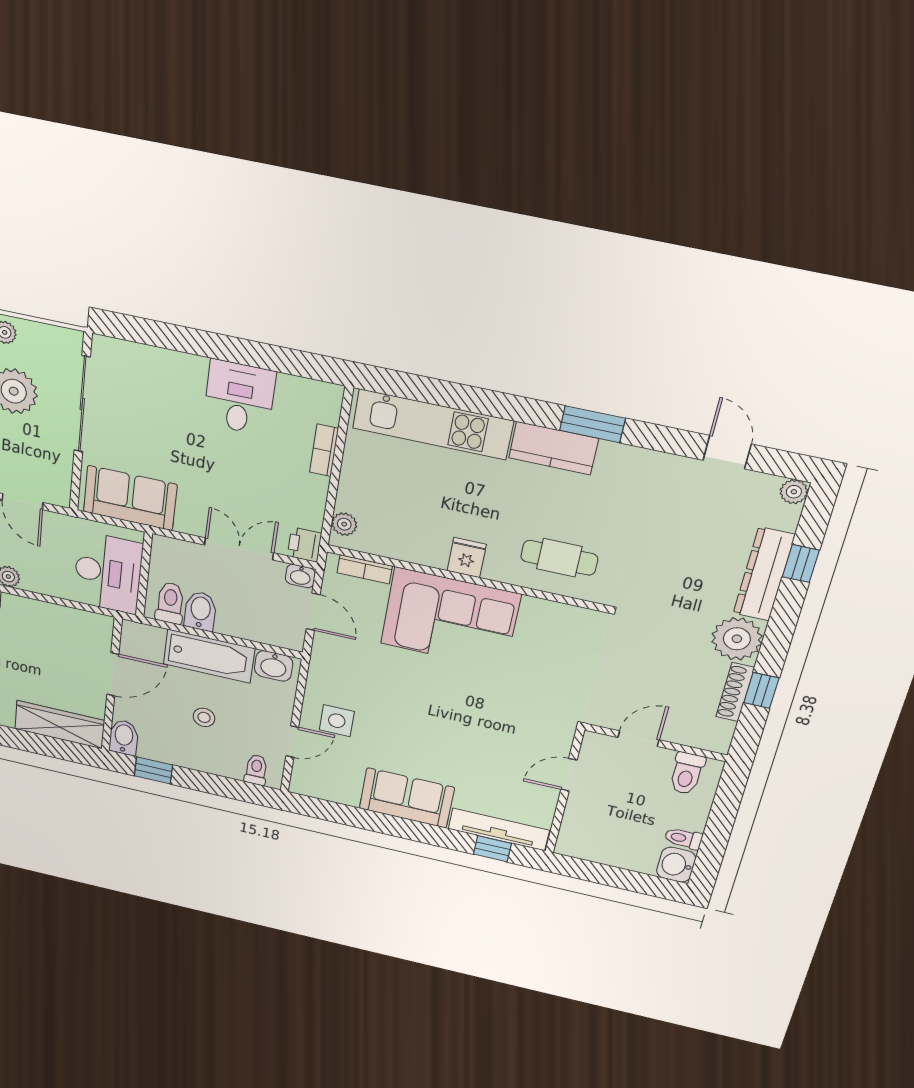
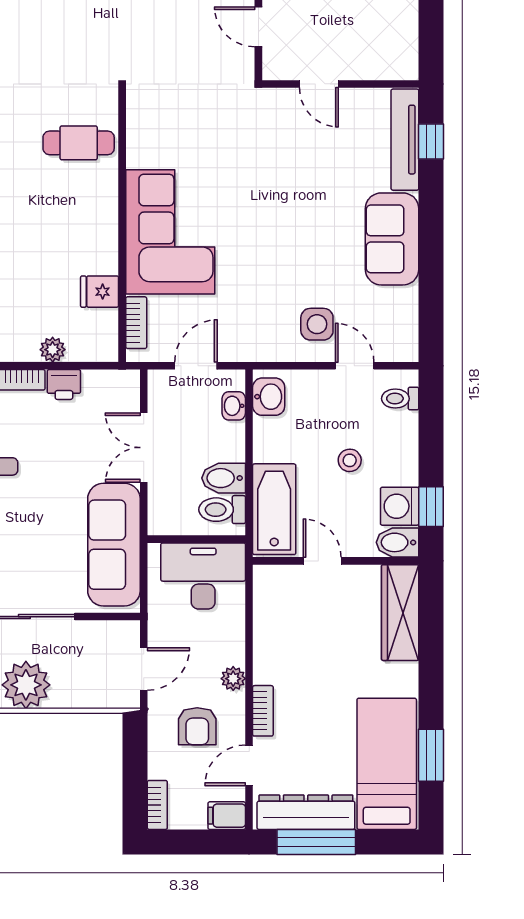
sofa: (130, 498) -> (114, 545), width x1.36
plant: (344, 524) -> (53, 350), moved
printer: (304, 545) -> (64, 384), moved
fridge: (467, 558) -> (100, 292), moved
cafe table: (559, 558) -> (79, 143), turned 90
washbasin: (300, 576) -> (234, 406), moved, turned 180
bathtub: (209, 656) -> (274, 509), moved
door: (113, 674) -> (322, 561), width x0.73
washing machine: (157, 747) -> (400, 506), added

